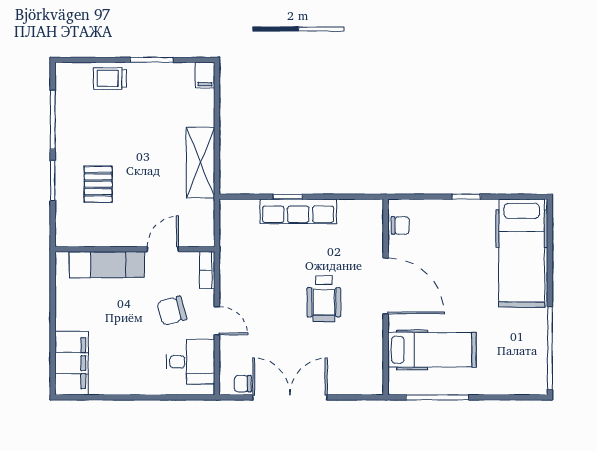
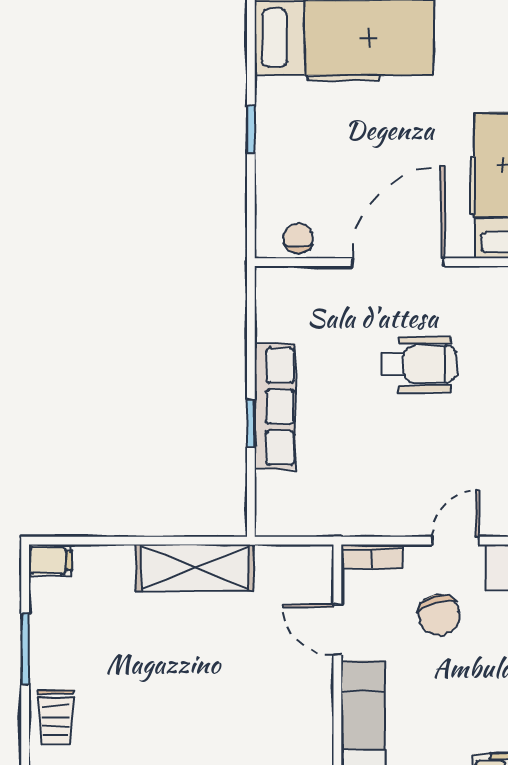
pallet: (98, 184) -> (230, 737), removed

